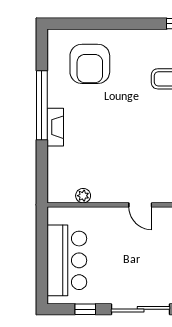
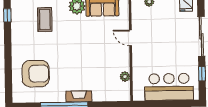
door: (140, 205) -> (131, 38), swing flipped

